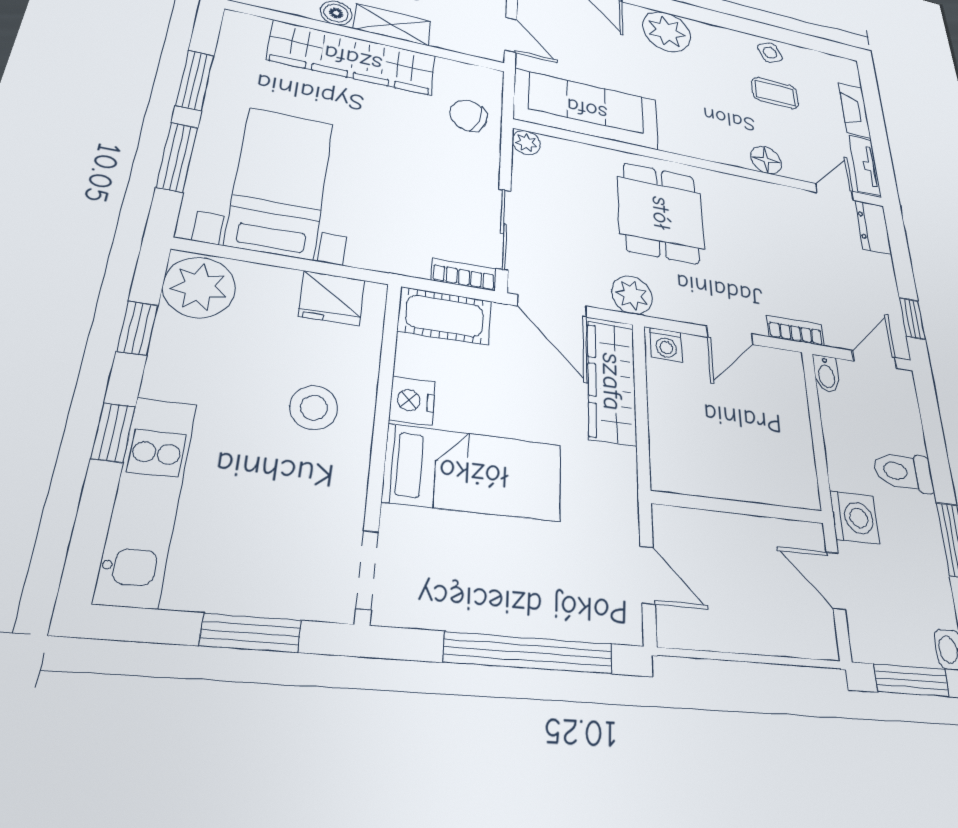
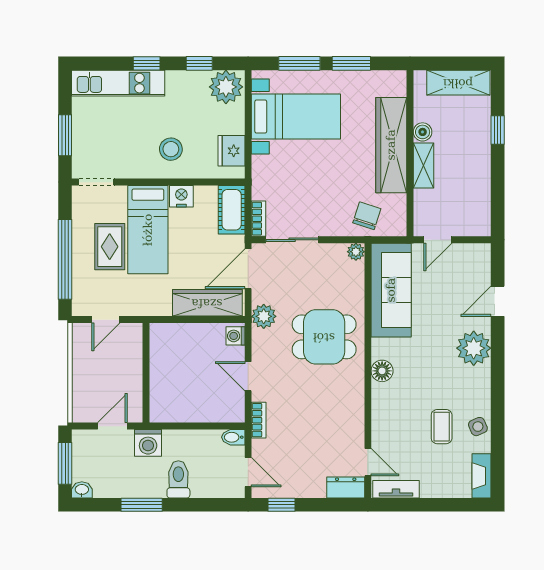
fireplace: (855, 110) -> (482, 476), moved, turned -90
floor lamp: (766, 160) -> (382, 371), moved
rug: (505, 553) -> (110, 247), added

